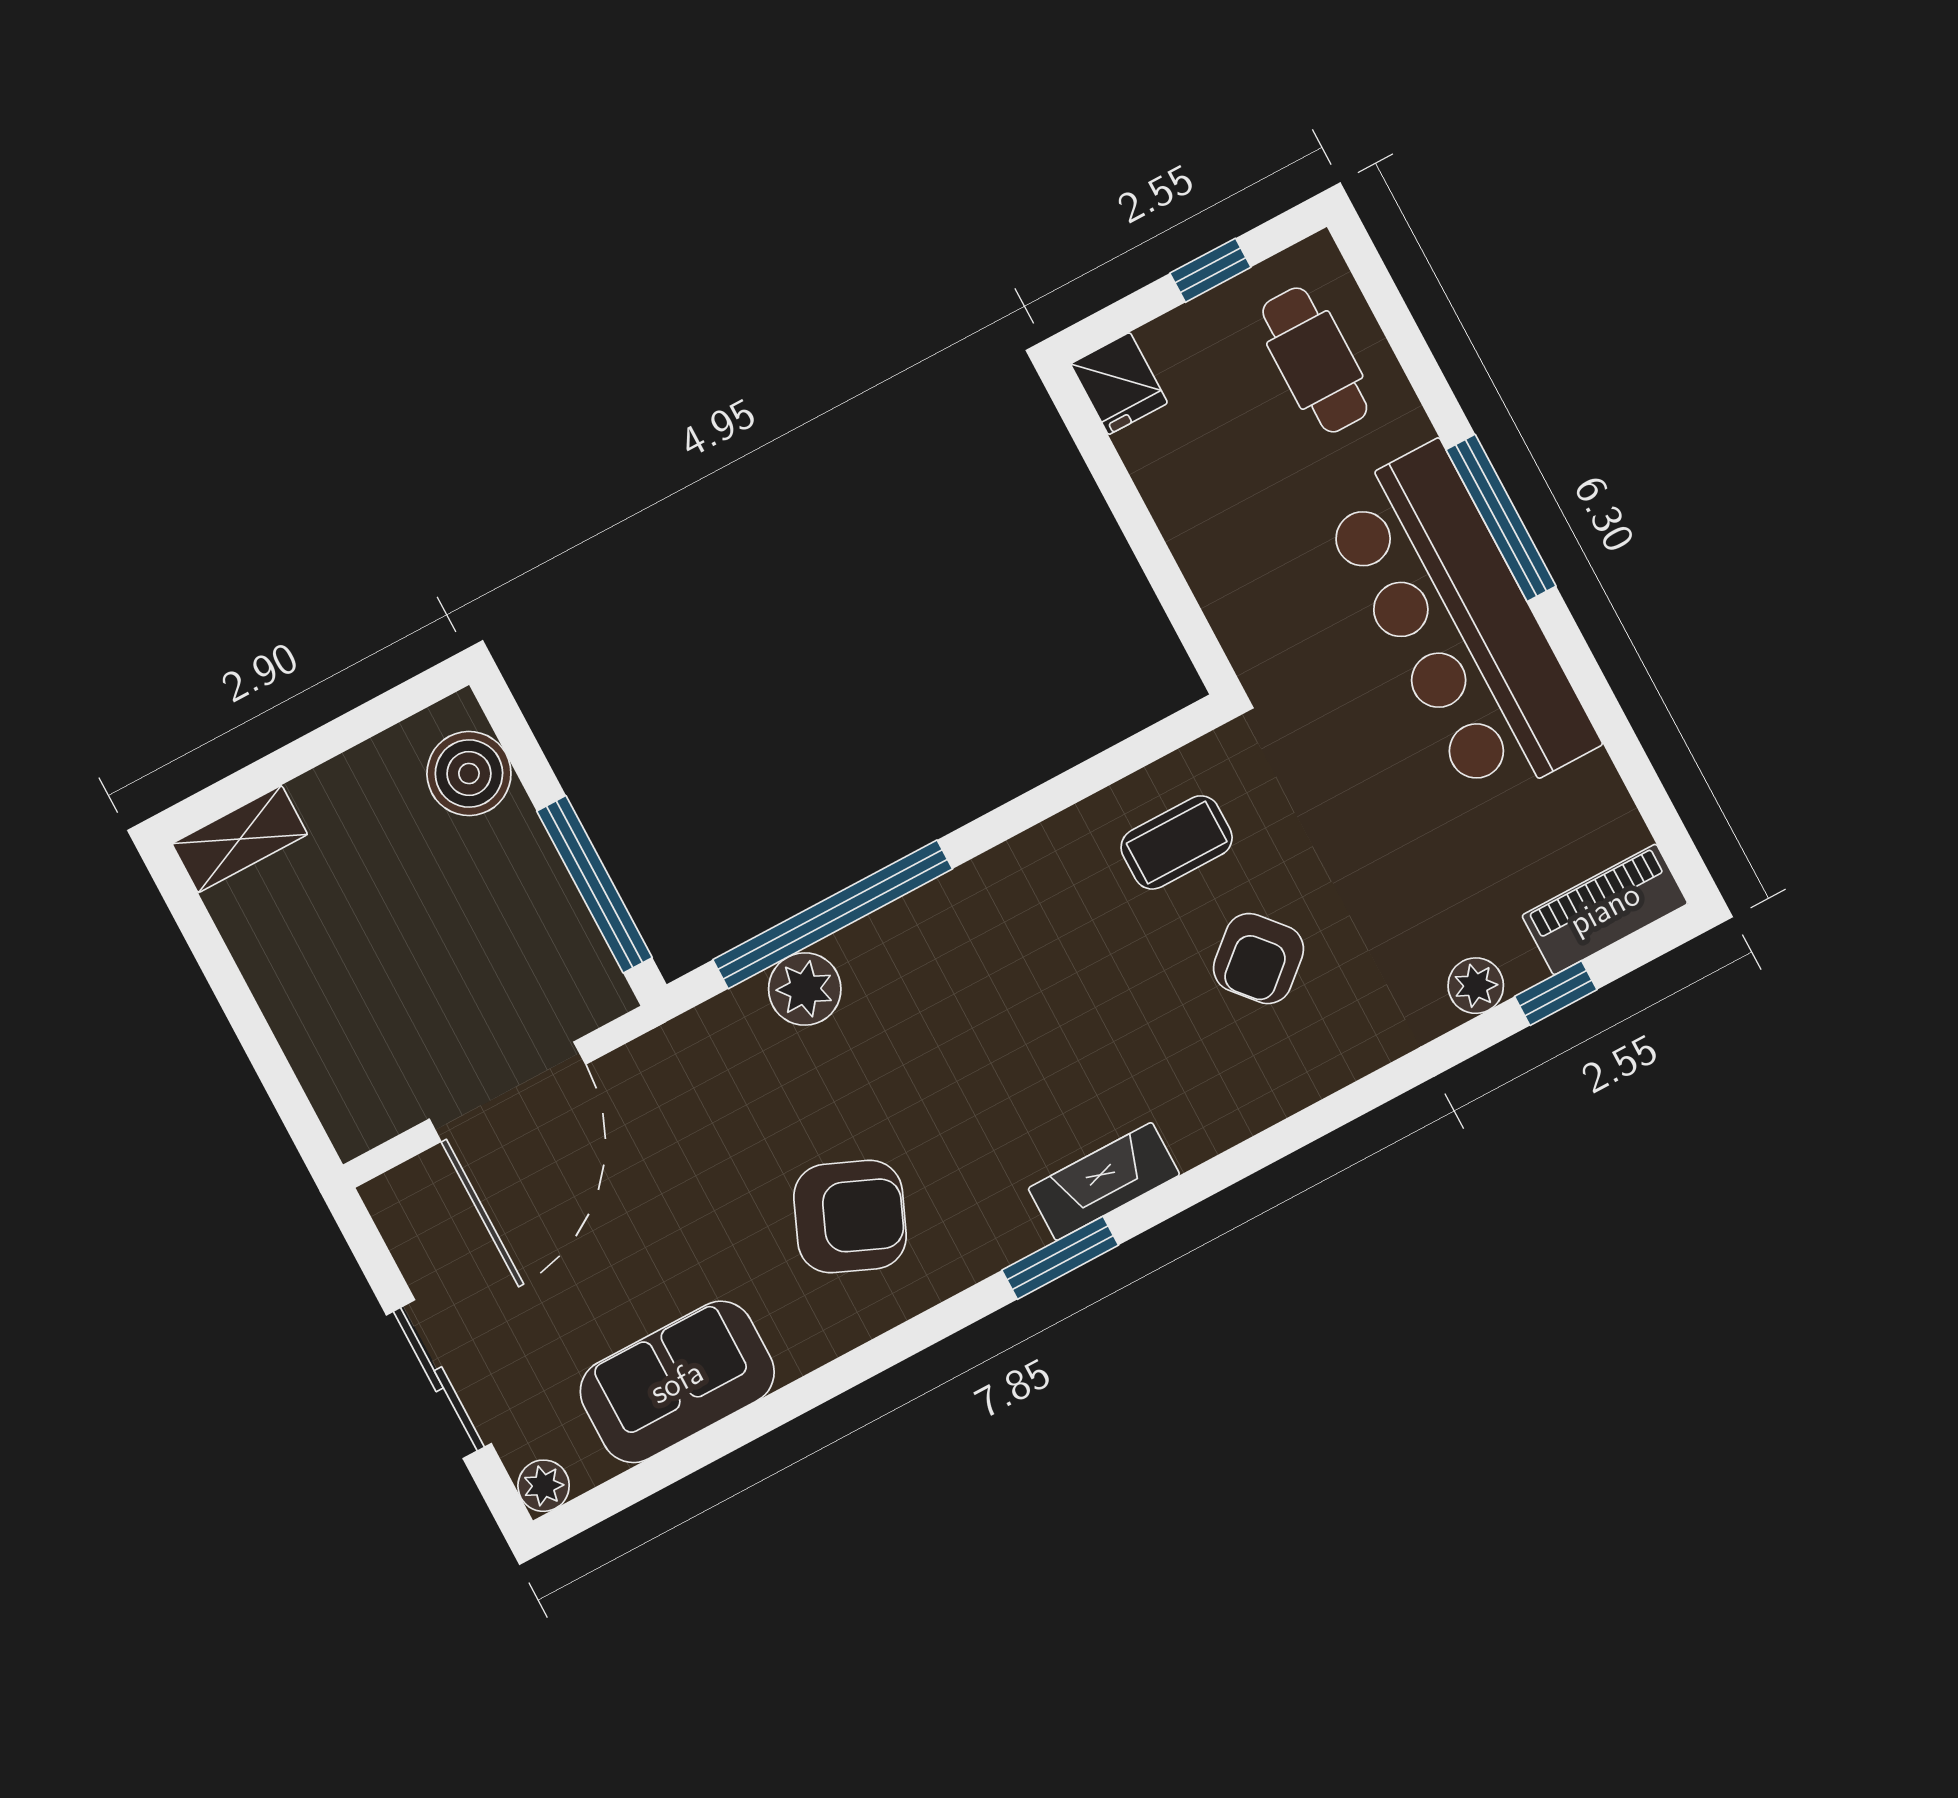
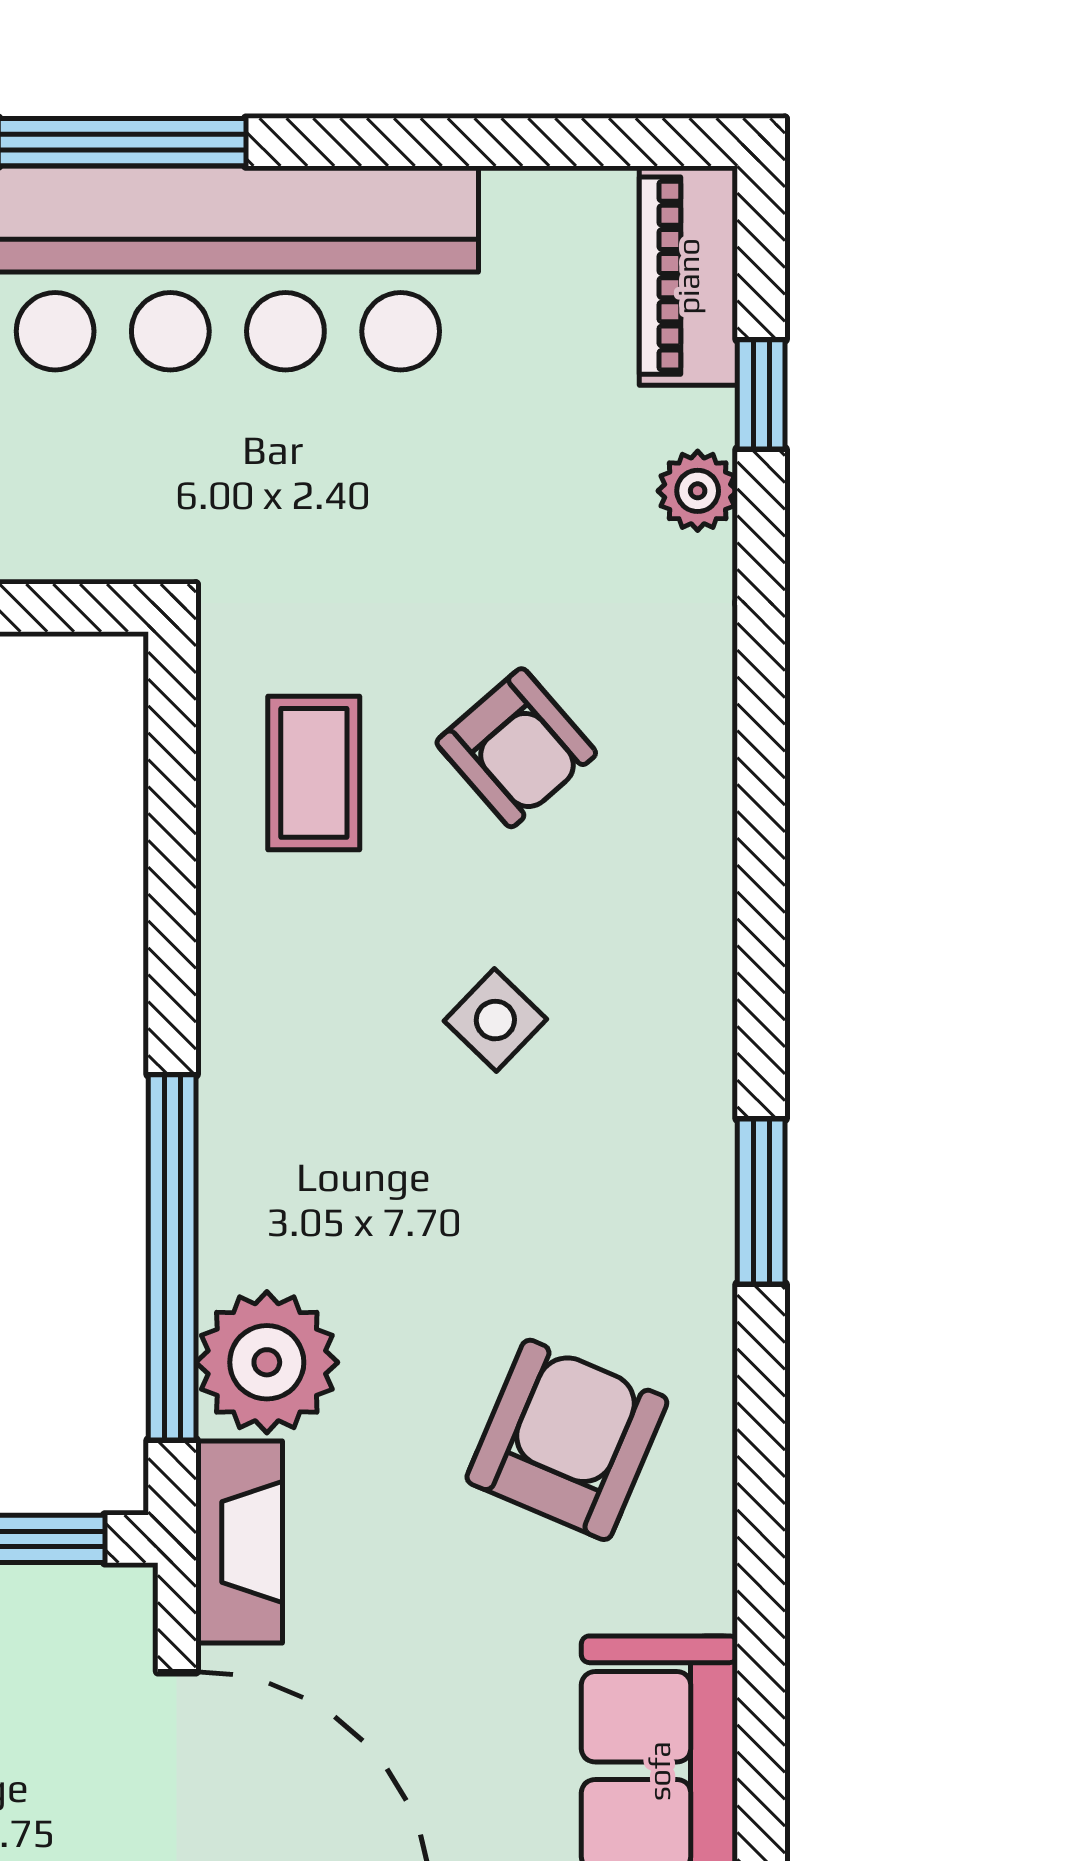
plant: (805, 989) -> (267, 1362), width x1.36, depth x1.36
side table: (1084, 1035) -> (495, 1020), added
fireplace: (1104, 1182) -> (239, 1542), moved, turned 180

